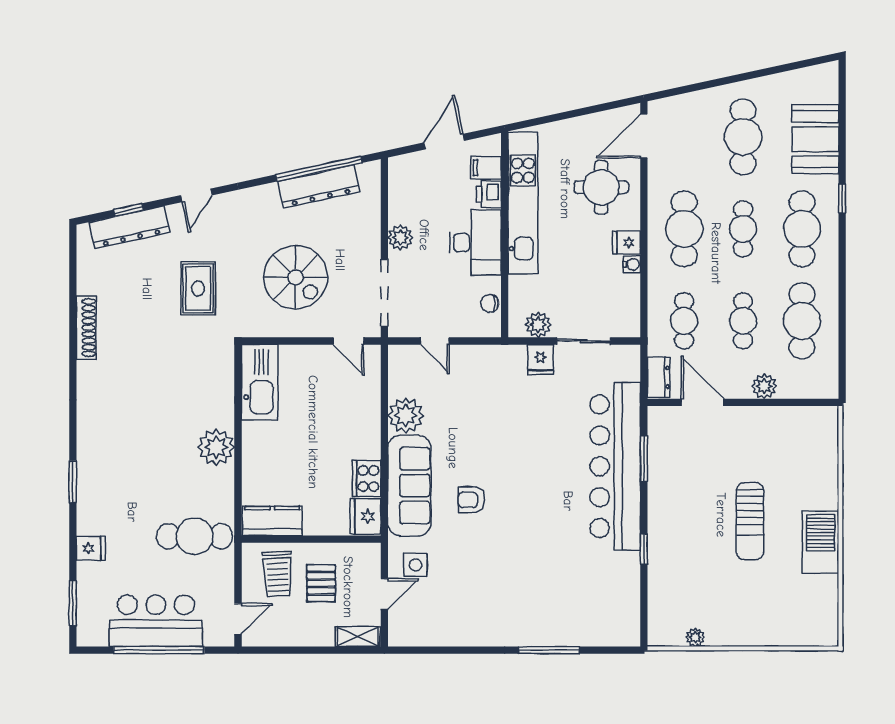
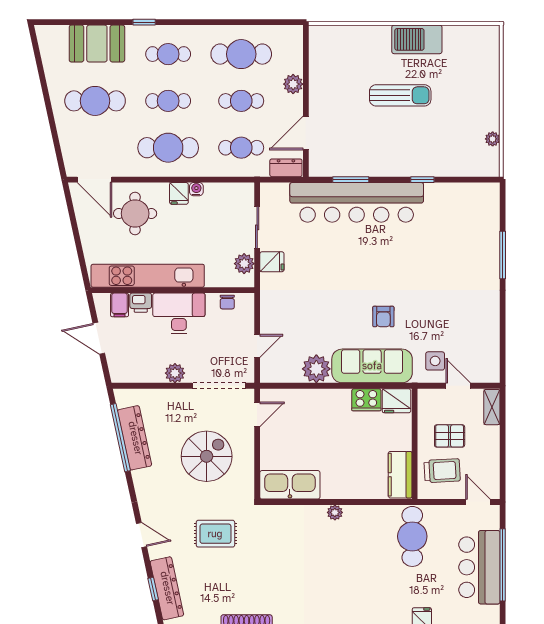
cafe table: (802, 229) -> (168, 54), width x0.73, depth x0.74
plant: (216, 447) -> (335, 512), width x0.53, depth x0.53

